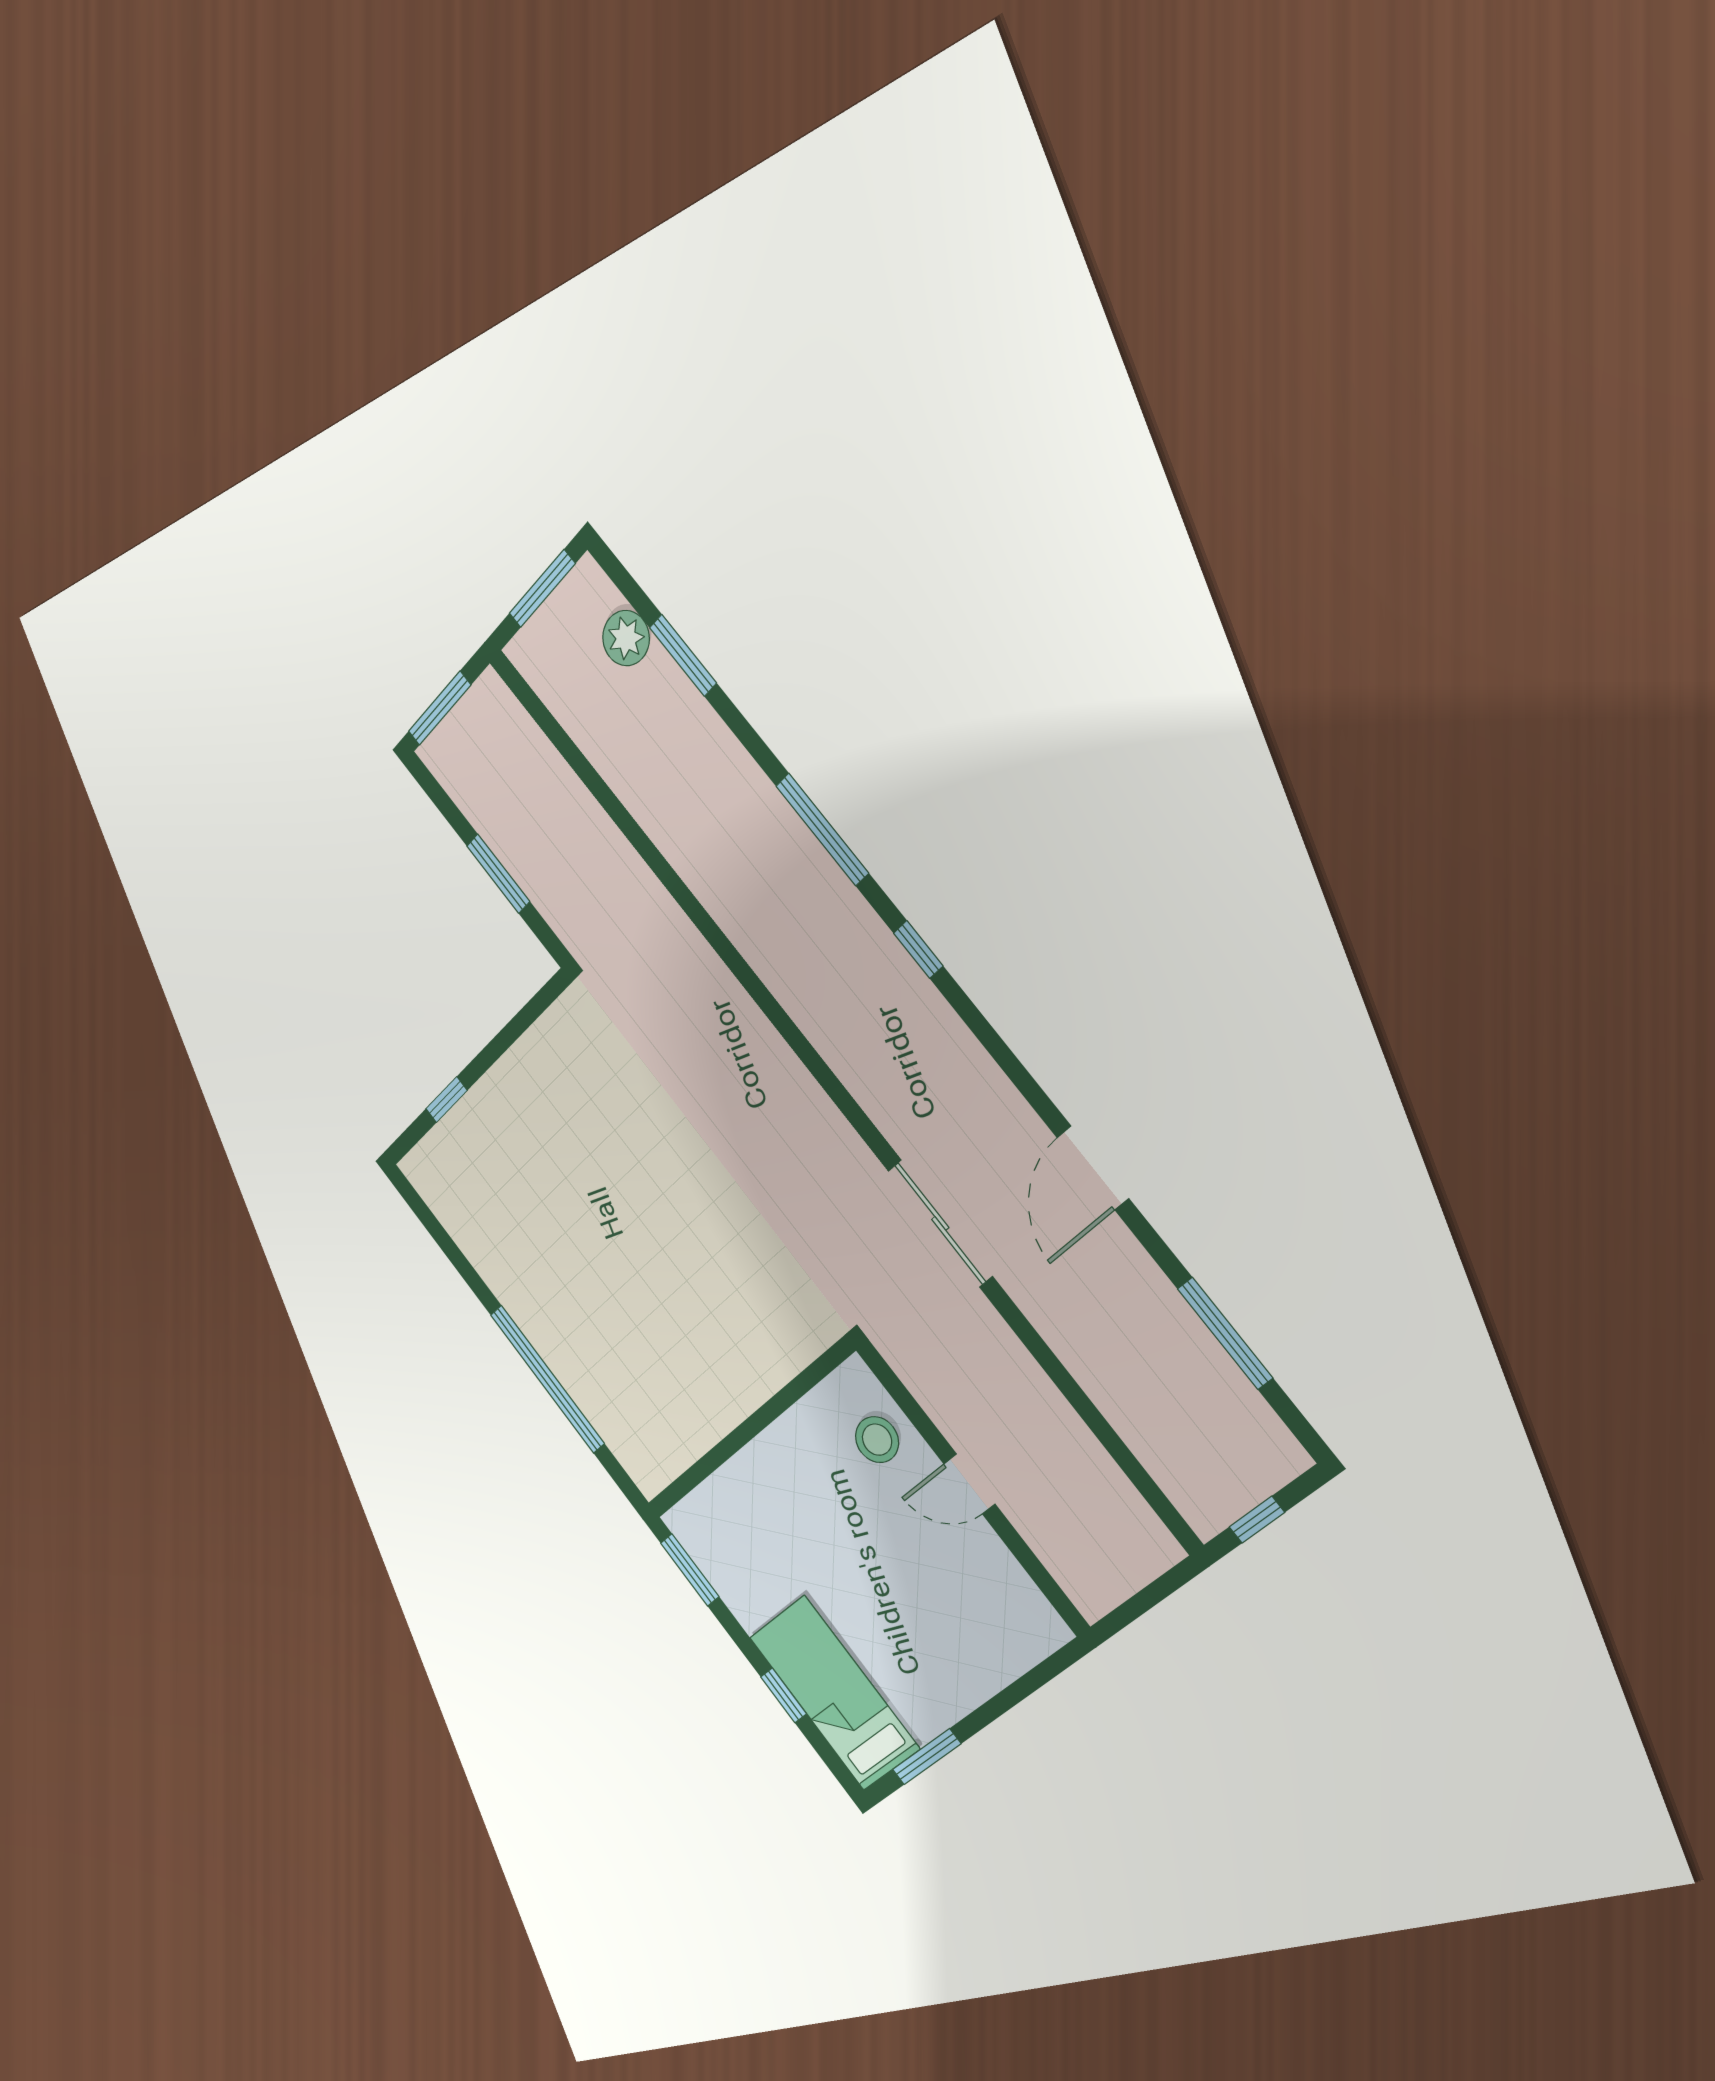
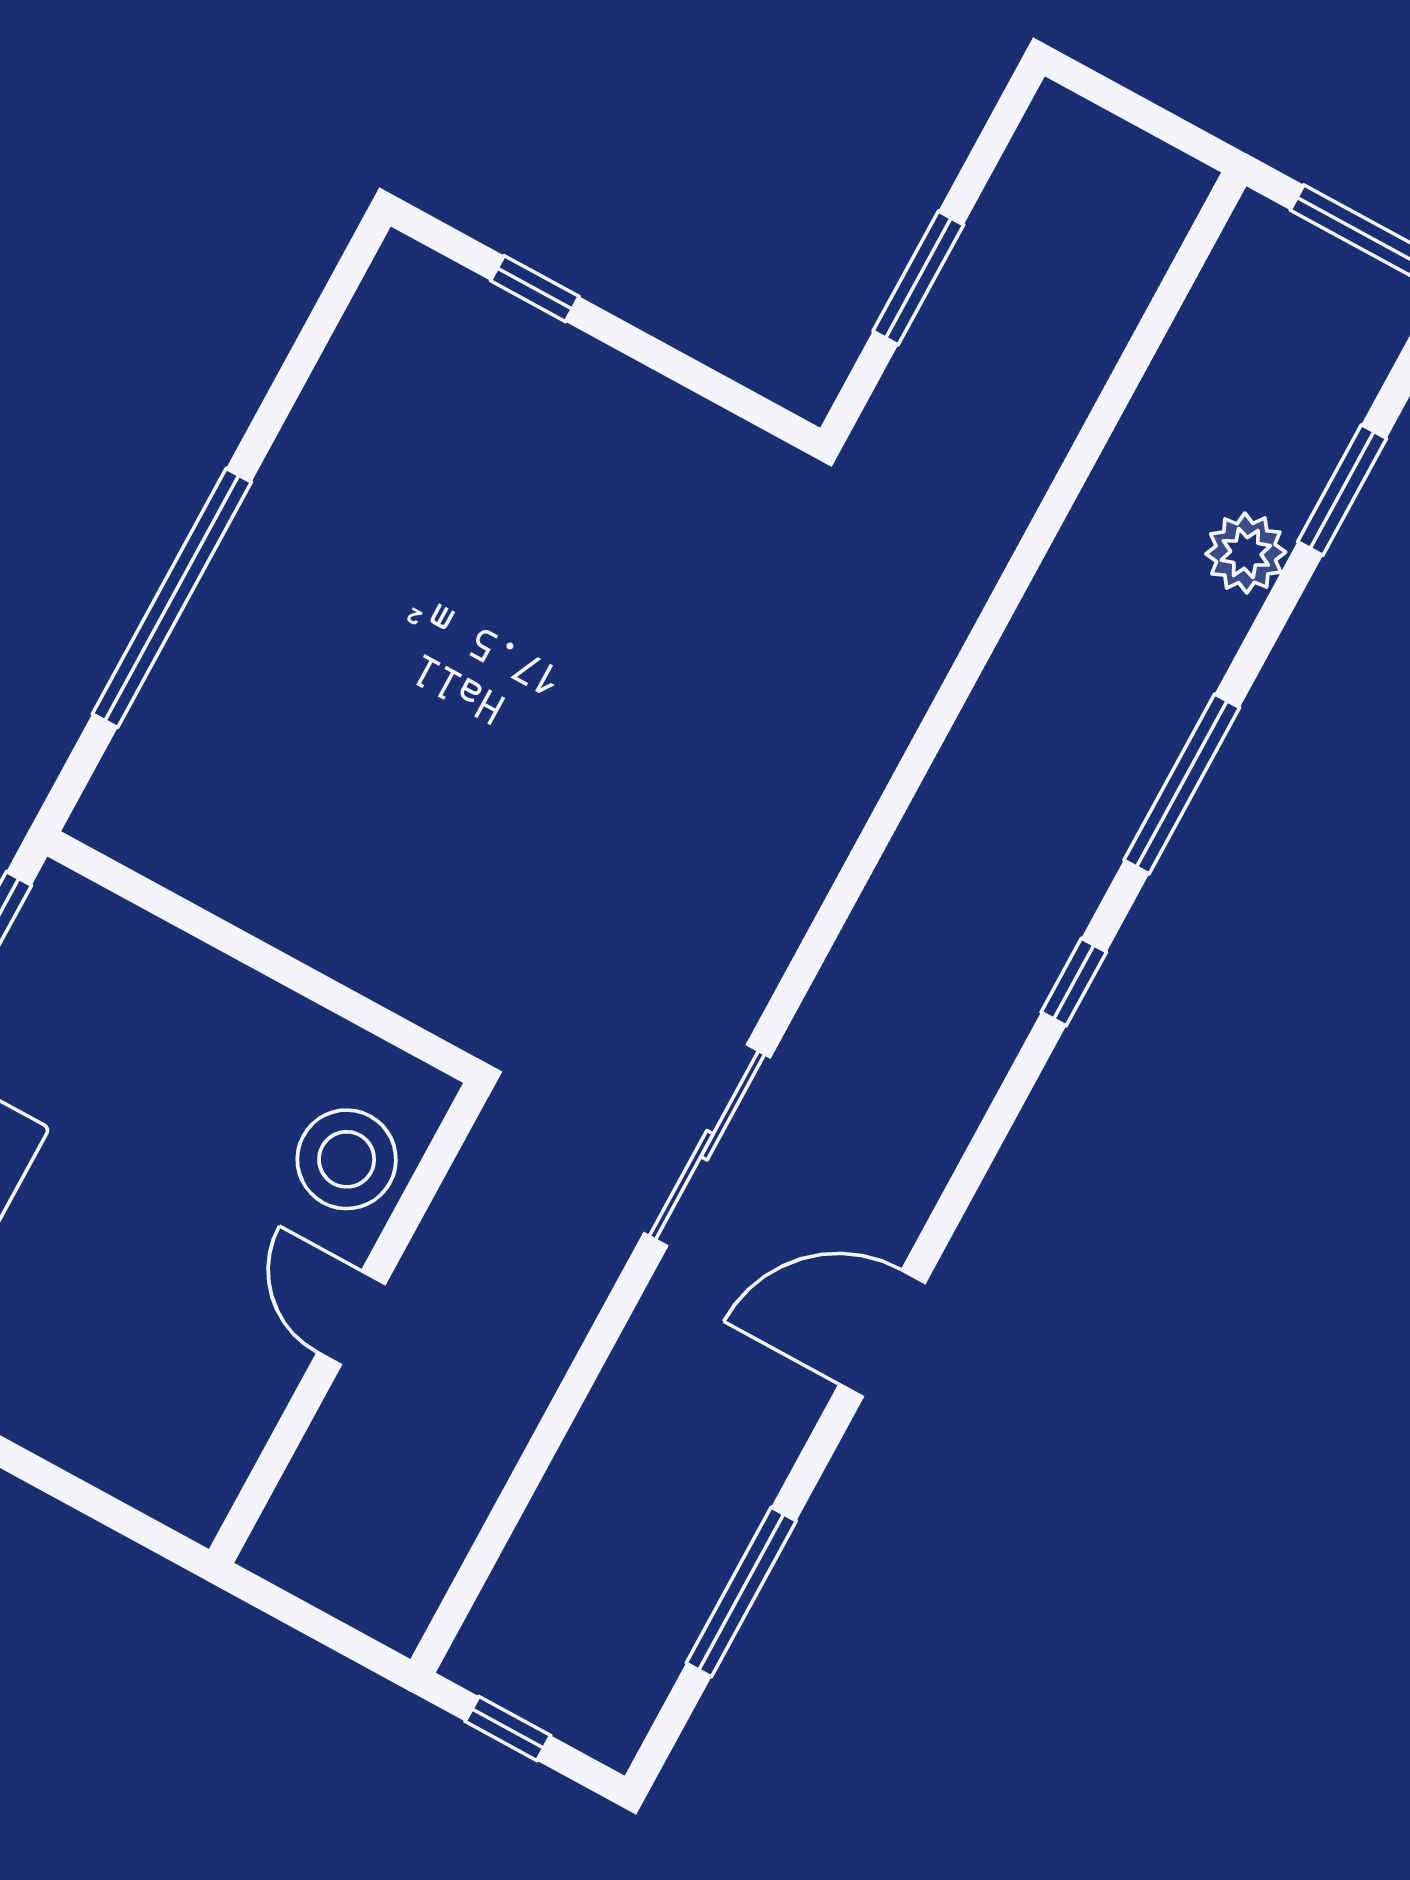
plant: (626, 638) -> (1246, 553), moved
window: (440, 708) -> (1125, 104), removed
stool: (877, 1440) -> (347, 1159), width x1.38, depth x1.38

